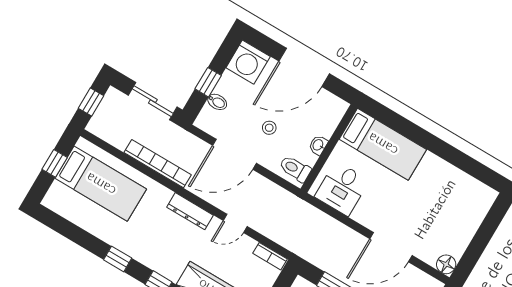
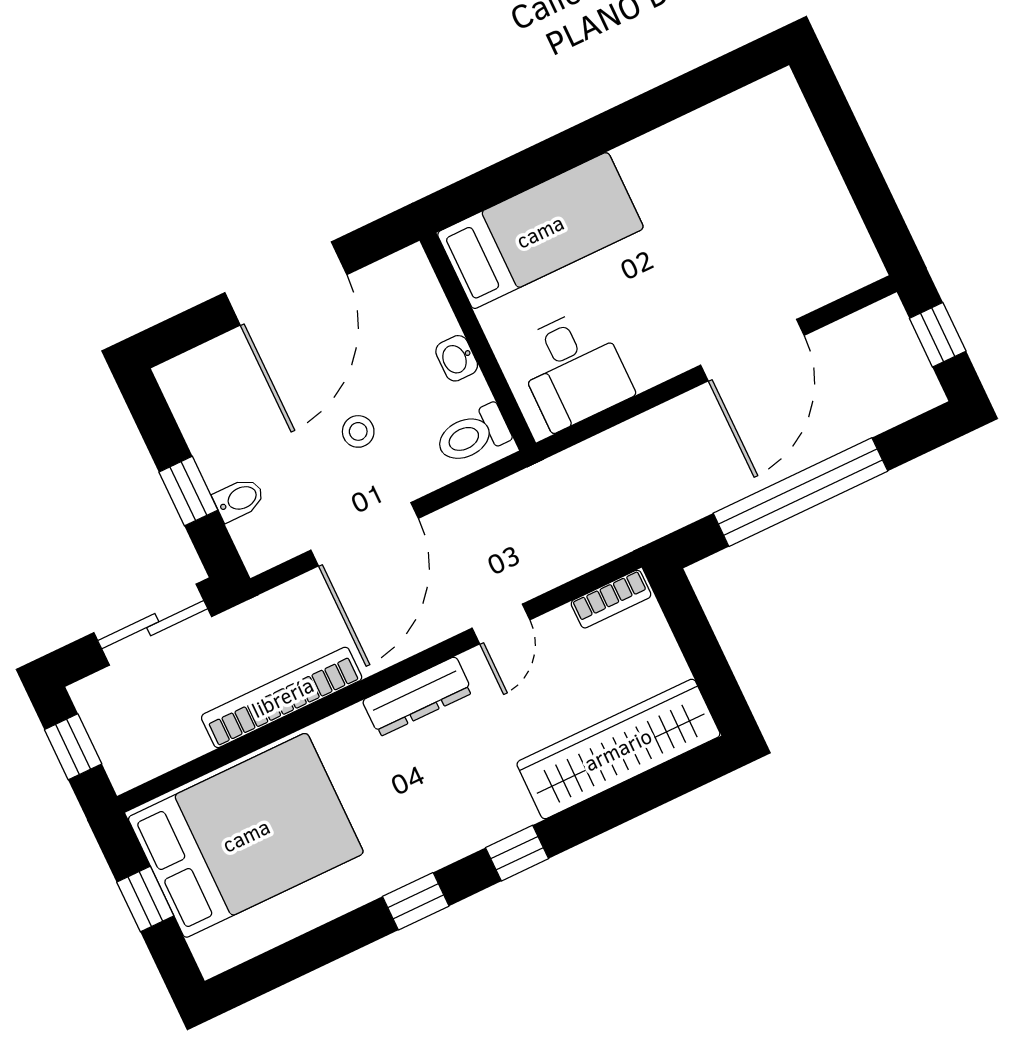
washing machine: (248, 62) -> (202, 386), removed
bed: (101, 184) -> (246, 835), width x1.50
floor lamp: (446, 264) -> (859, 265), removed

